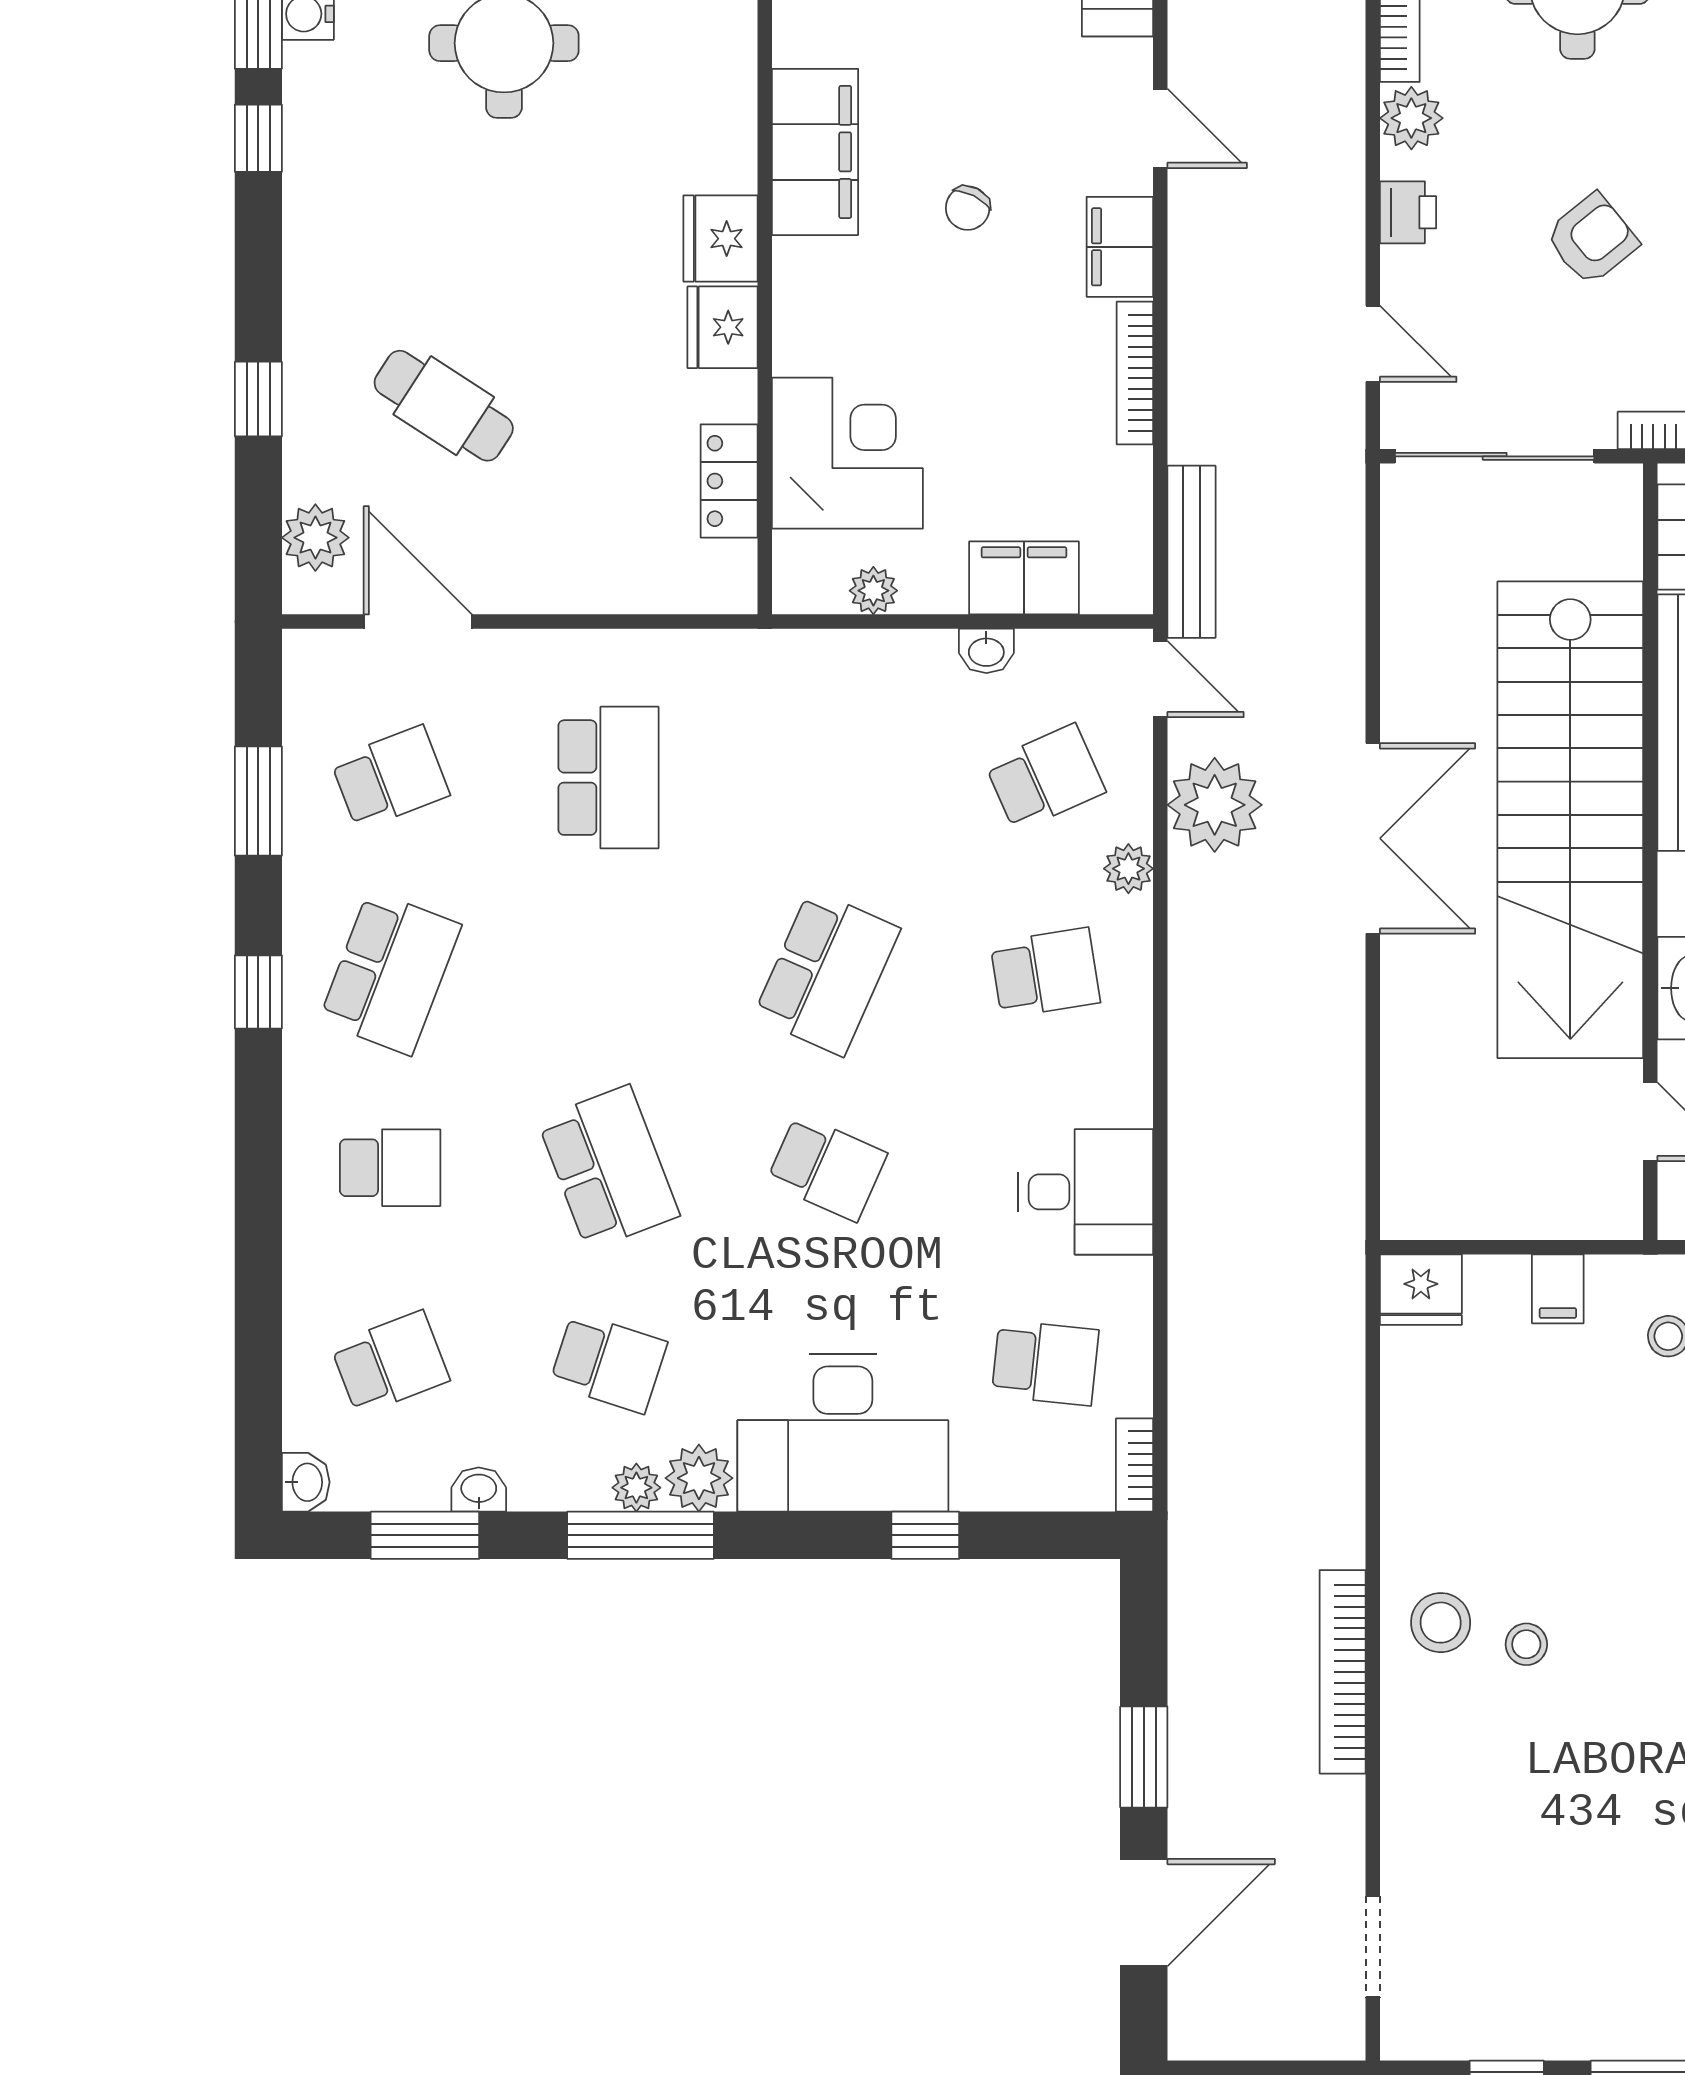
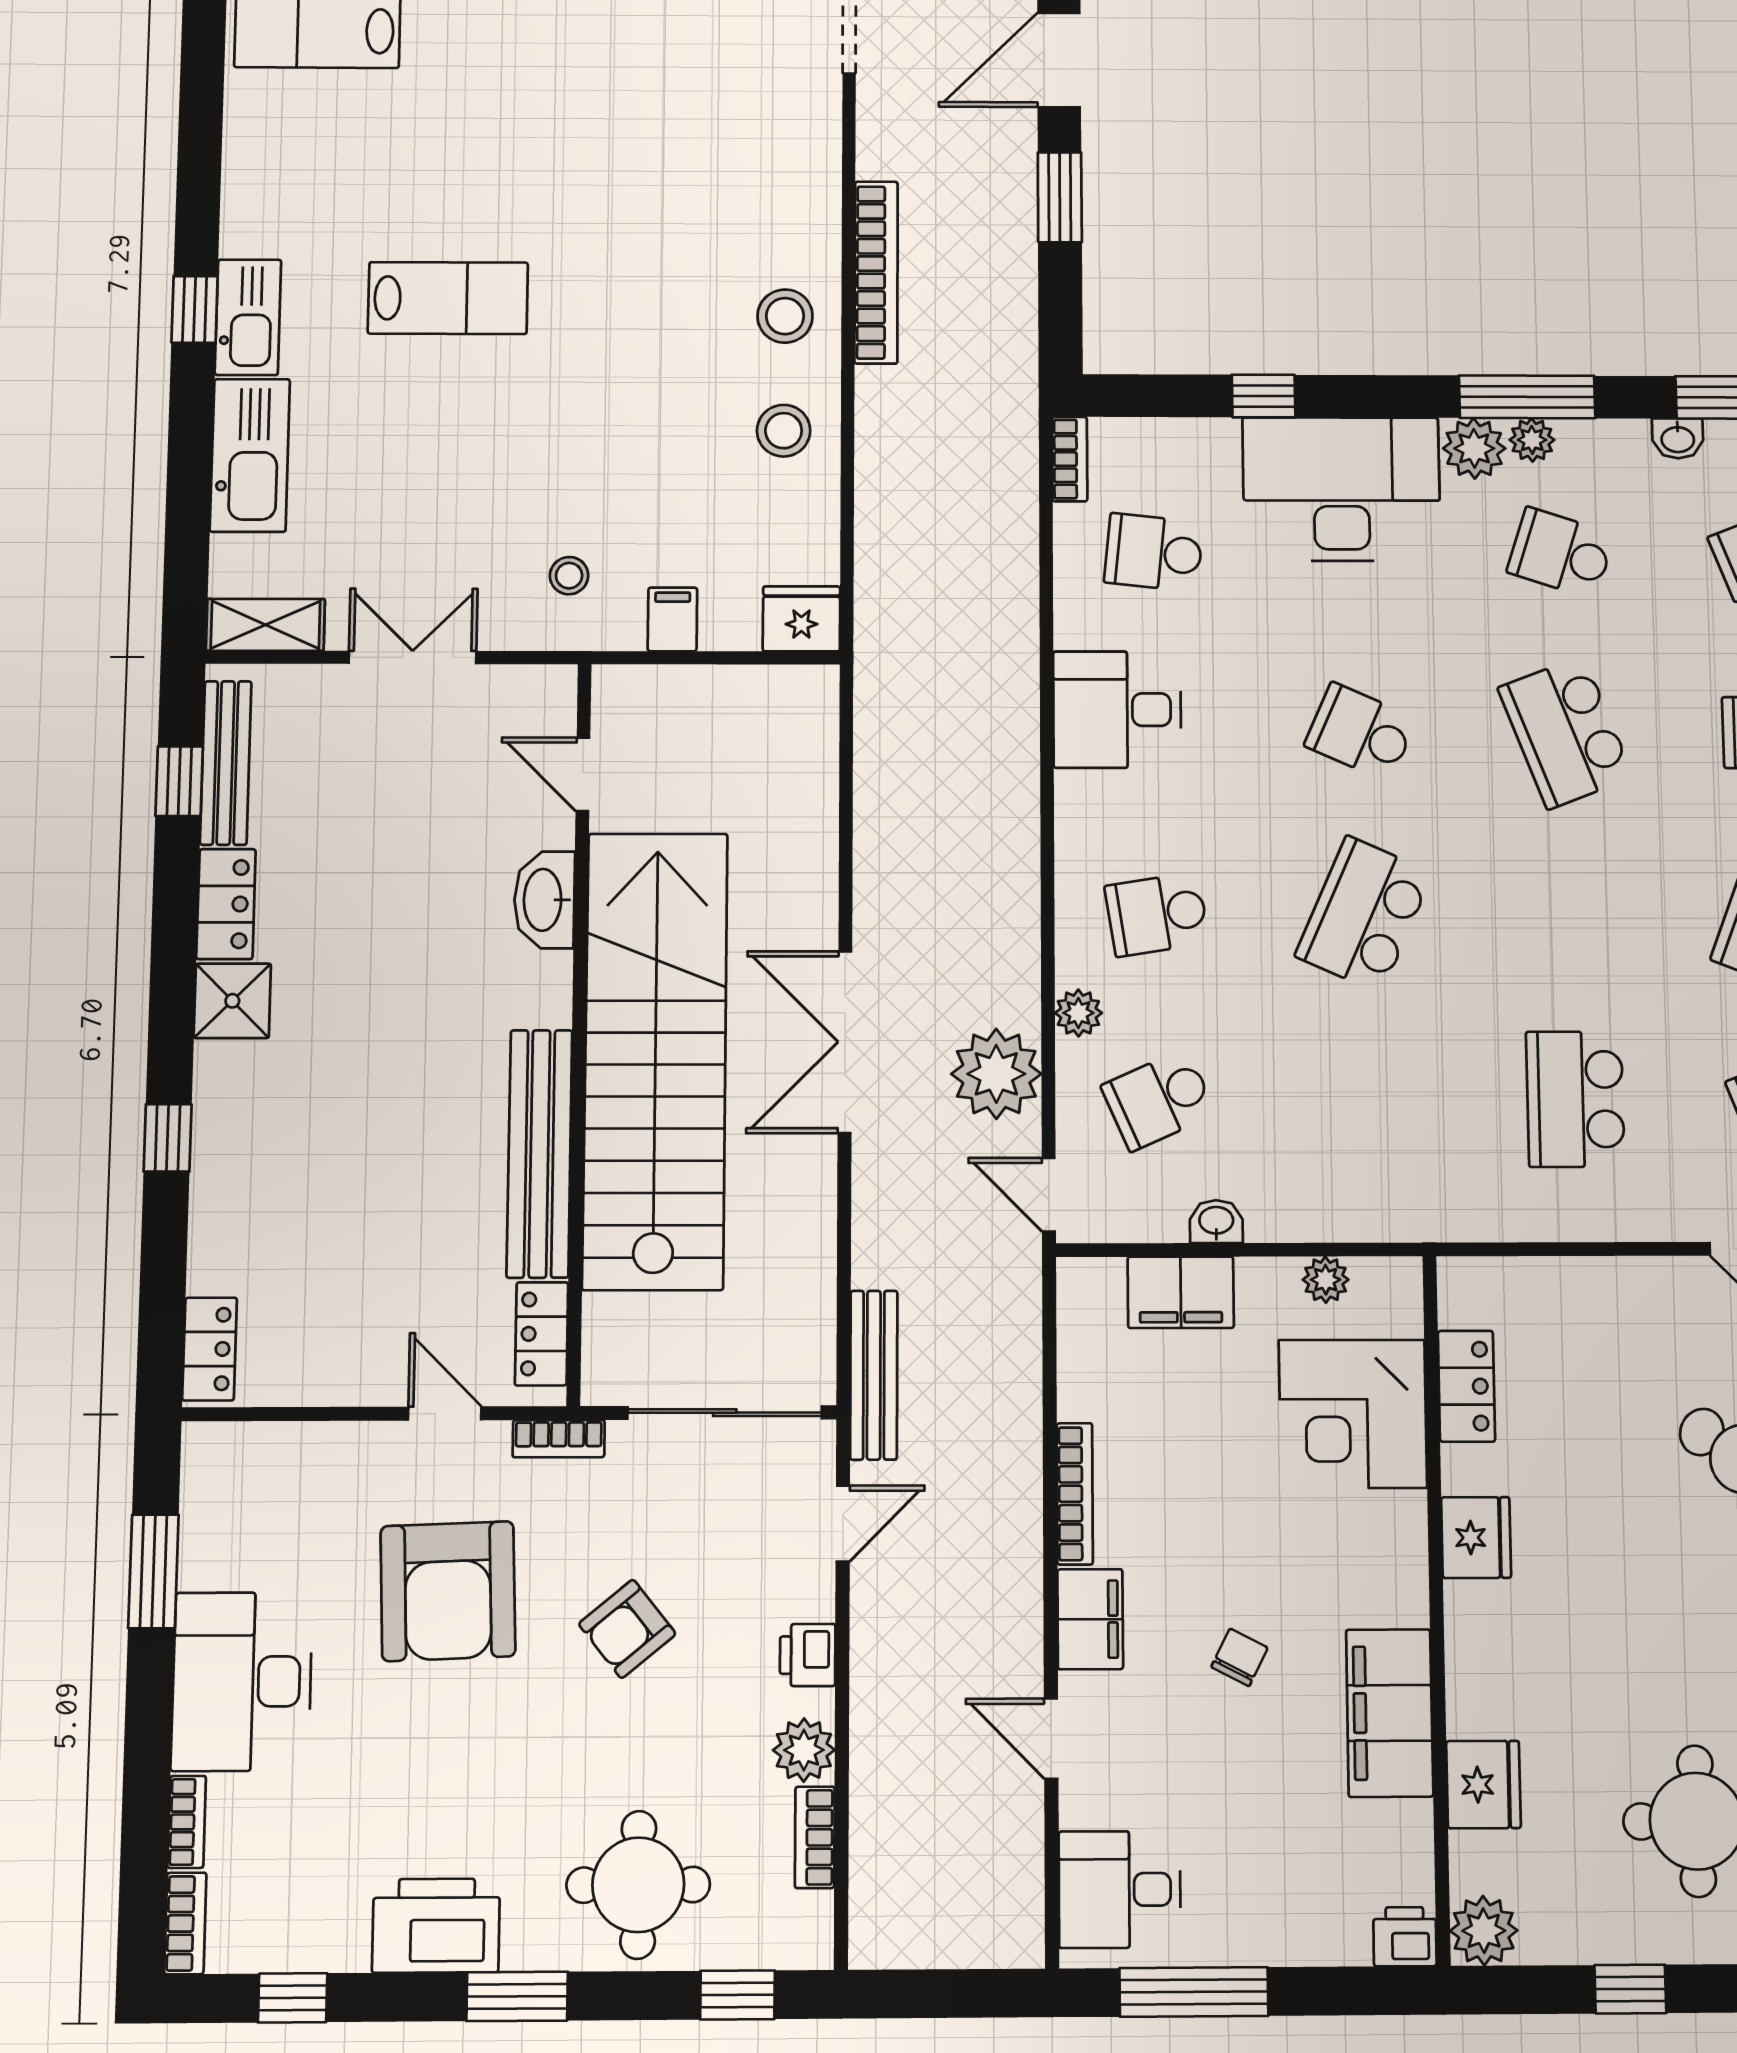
fridge: (721, 239) -> (1483, 1785), moved
door: (1373, 344) -> (843, 1524), swing flipped
bench: (1191, 552) -> (874, 1375), moved
stool: (1526, 1644) -> (784, 431), moved, width x1.37, depth x1.37

